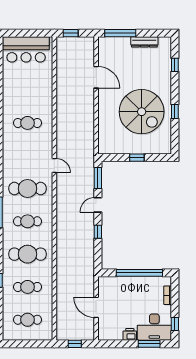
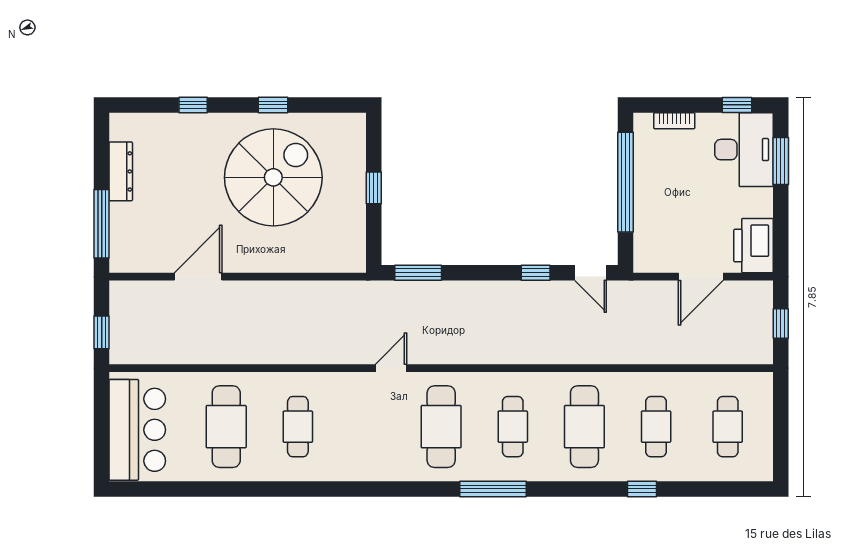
window: (175, 65) -> (193, 105), moved
cafe table: (27, 90) -> (226, 427), added
door: (98, 205) -> (591, 273), moved
printer: (130, 334) -> (753, 246), moved, width x1.87, depth x1.48

